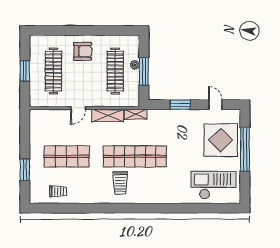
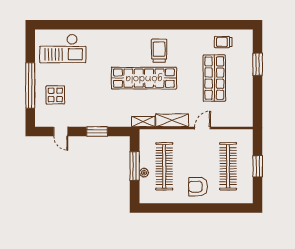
display table: (221, 140) -> (55, 95), width x0.54, depth x0.54
shop shelf: (67, 156) -> (214, 78), turned 90

